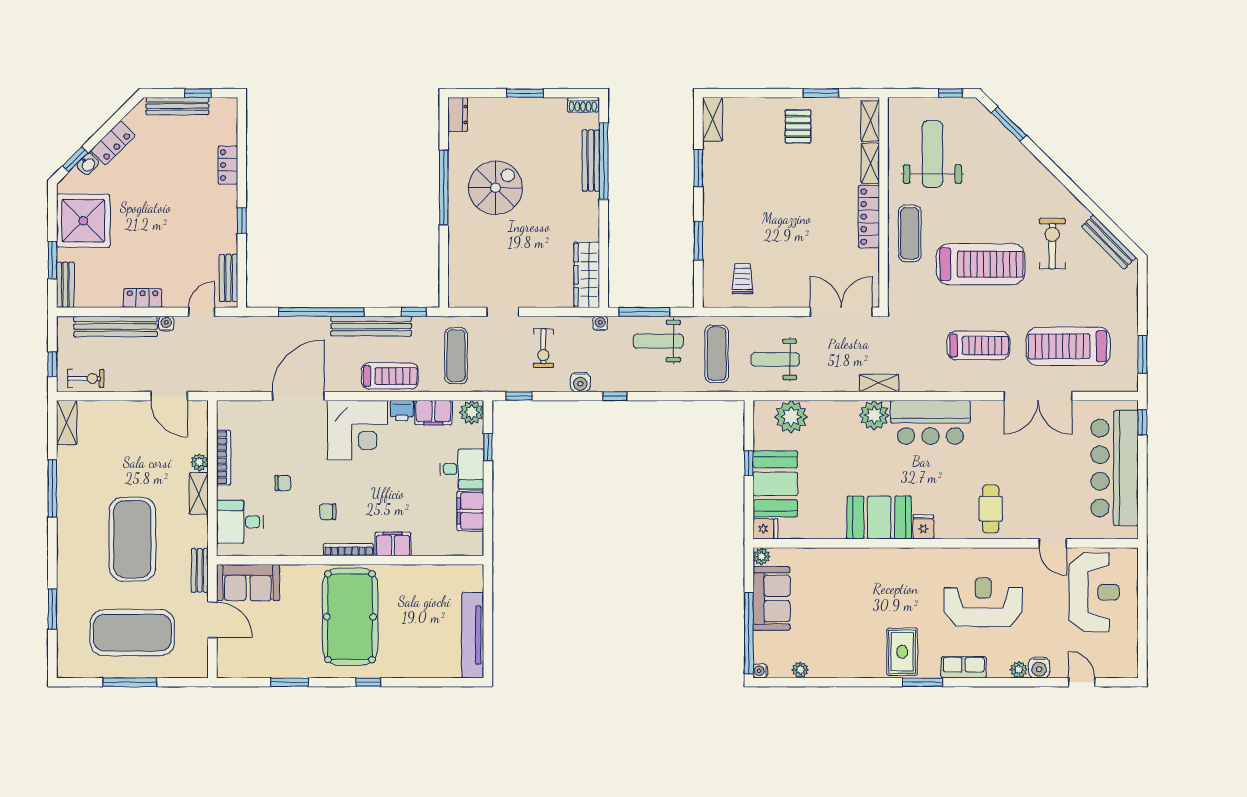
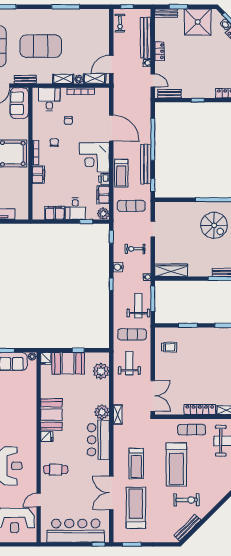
shelving: (67, 422) -> (95, 79), moved

